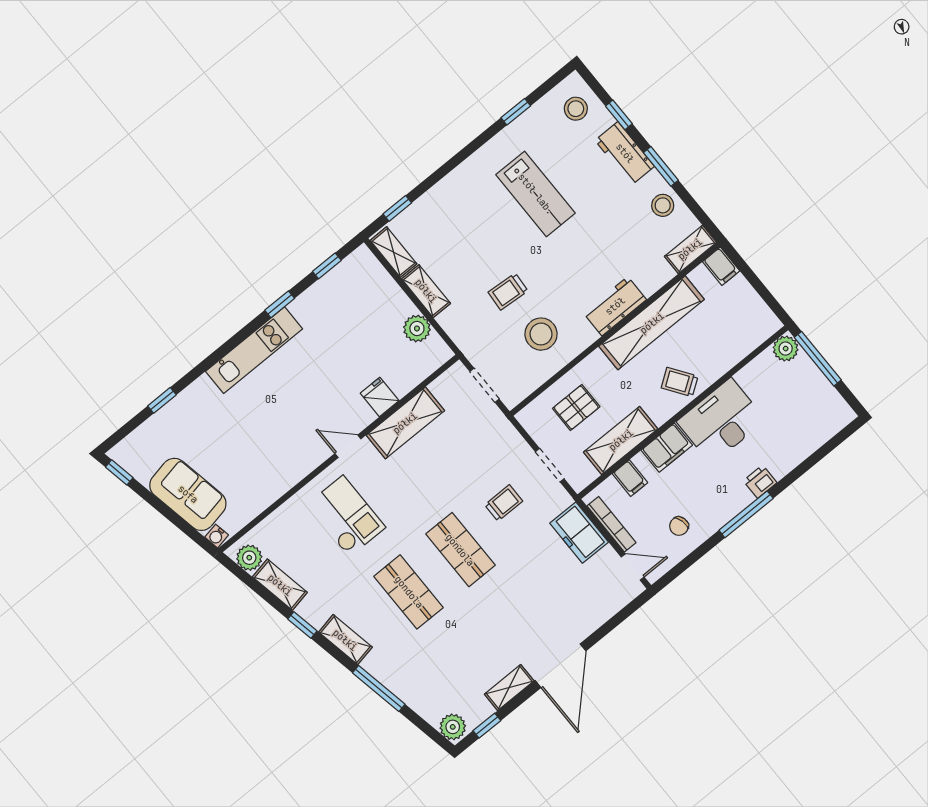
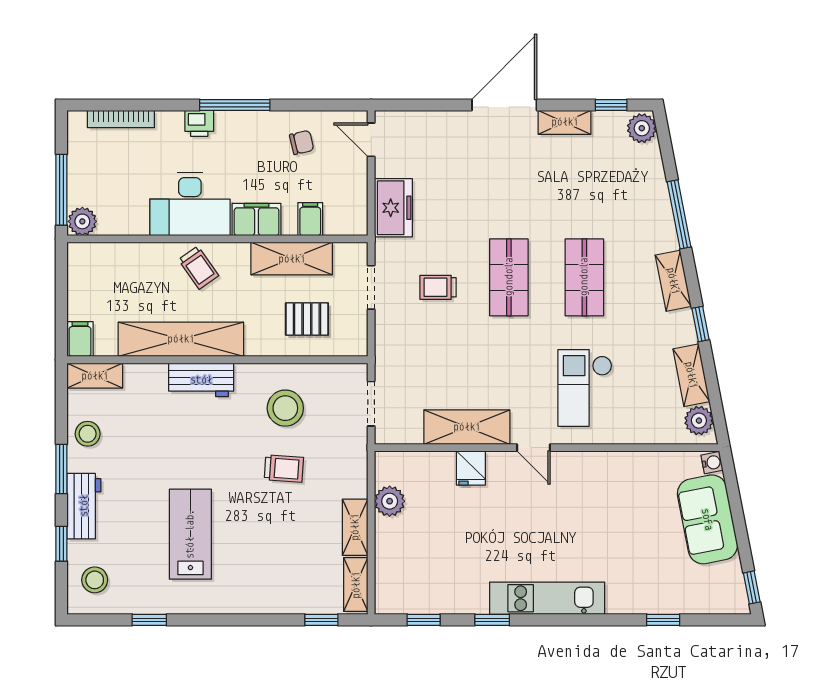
bookcase: (611, 524) -> (121, 119), moved, turned -90

